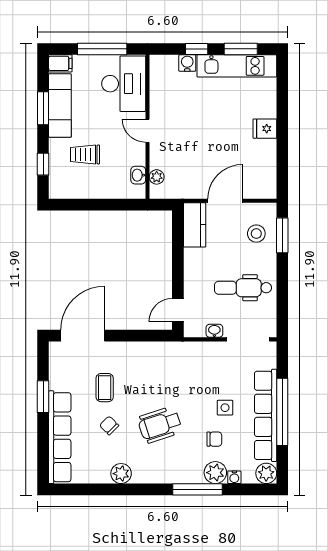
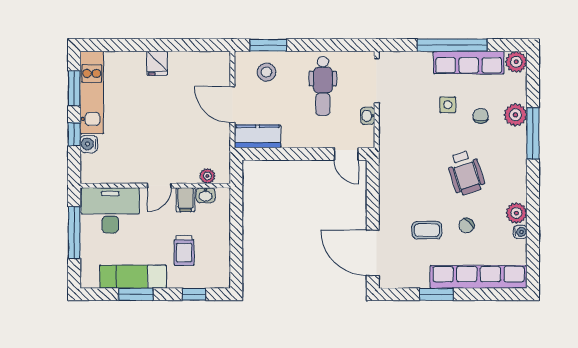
filing cabinet: (60, 63) -> (185, 200), moved, turned 180
row of seats: (266, 415) -> (469, 62), width x0.73
water cooler: (234, 477) -> (520, 232), moved

